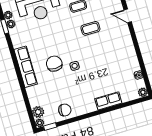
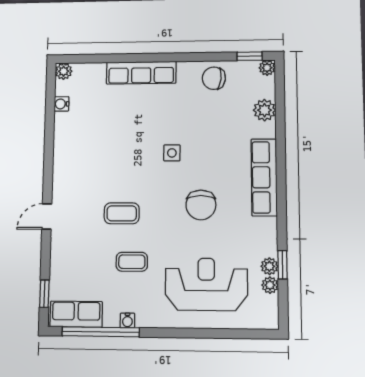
door: (128, 16) -> (47, 216), swing flipped
chair: (54, 64) -> (201, 205), moved
row of seats: (108, 101) -> (141, 73), width x1.48
plant: (38, 112) -> (265, 110), moved

